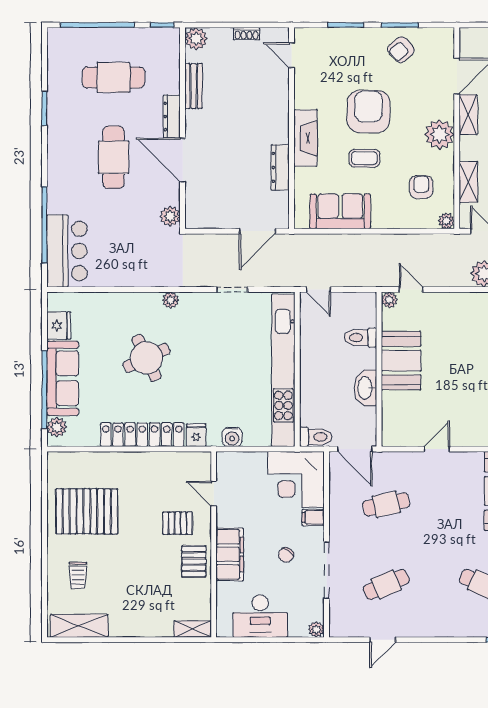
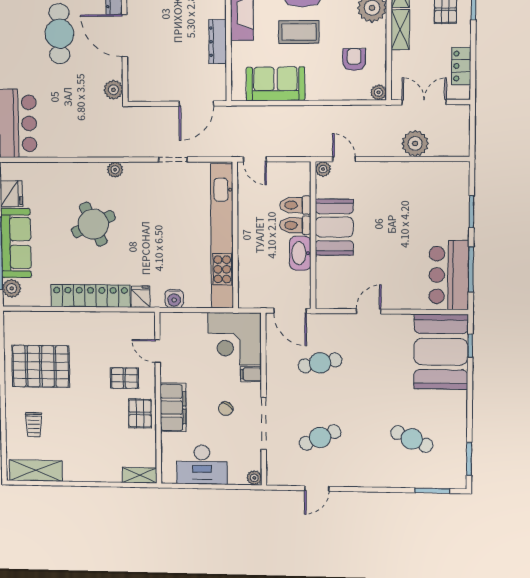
coffee table: (364, 158) -> (299, 32), width x1.36, depth x1.30
shelving: (468, 182) -> (400, 30), moved
toilet: (316, 437) -> (295, 225), moved, turned 180

